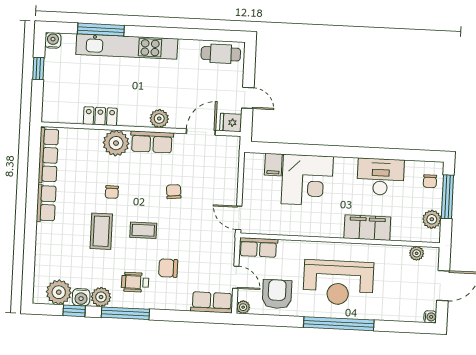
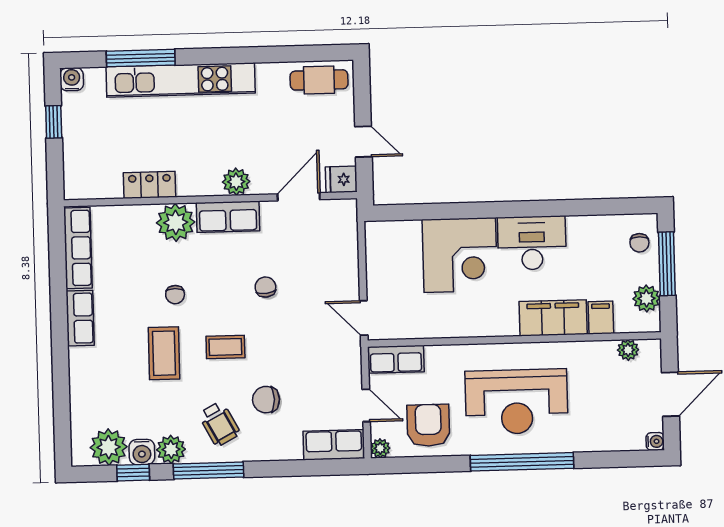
filing cabinet: (273, 165) -> (601, 318), moved, turned 180
desk: (381, 177) -> (532, 243), moved
wheelchair: (135, 282) -> (219, 424), turned -118

